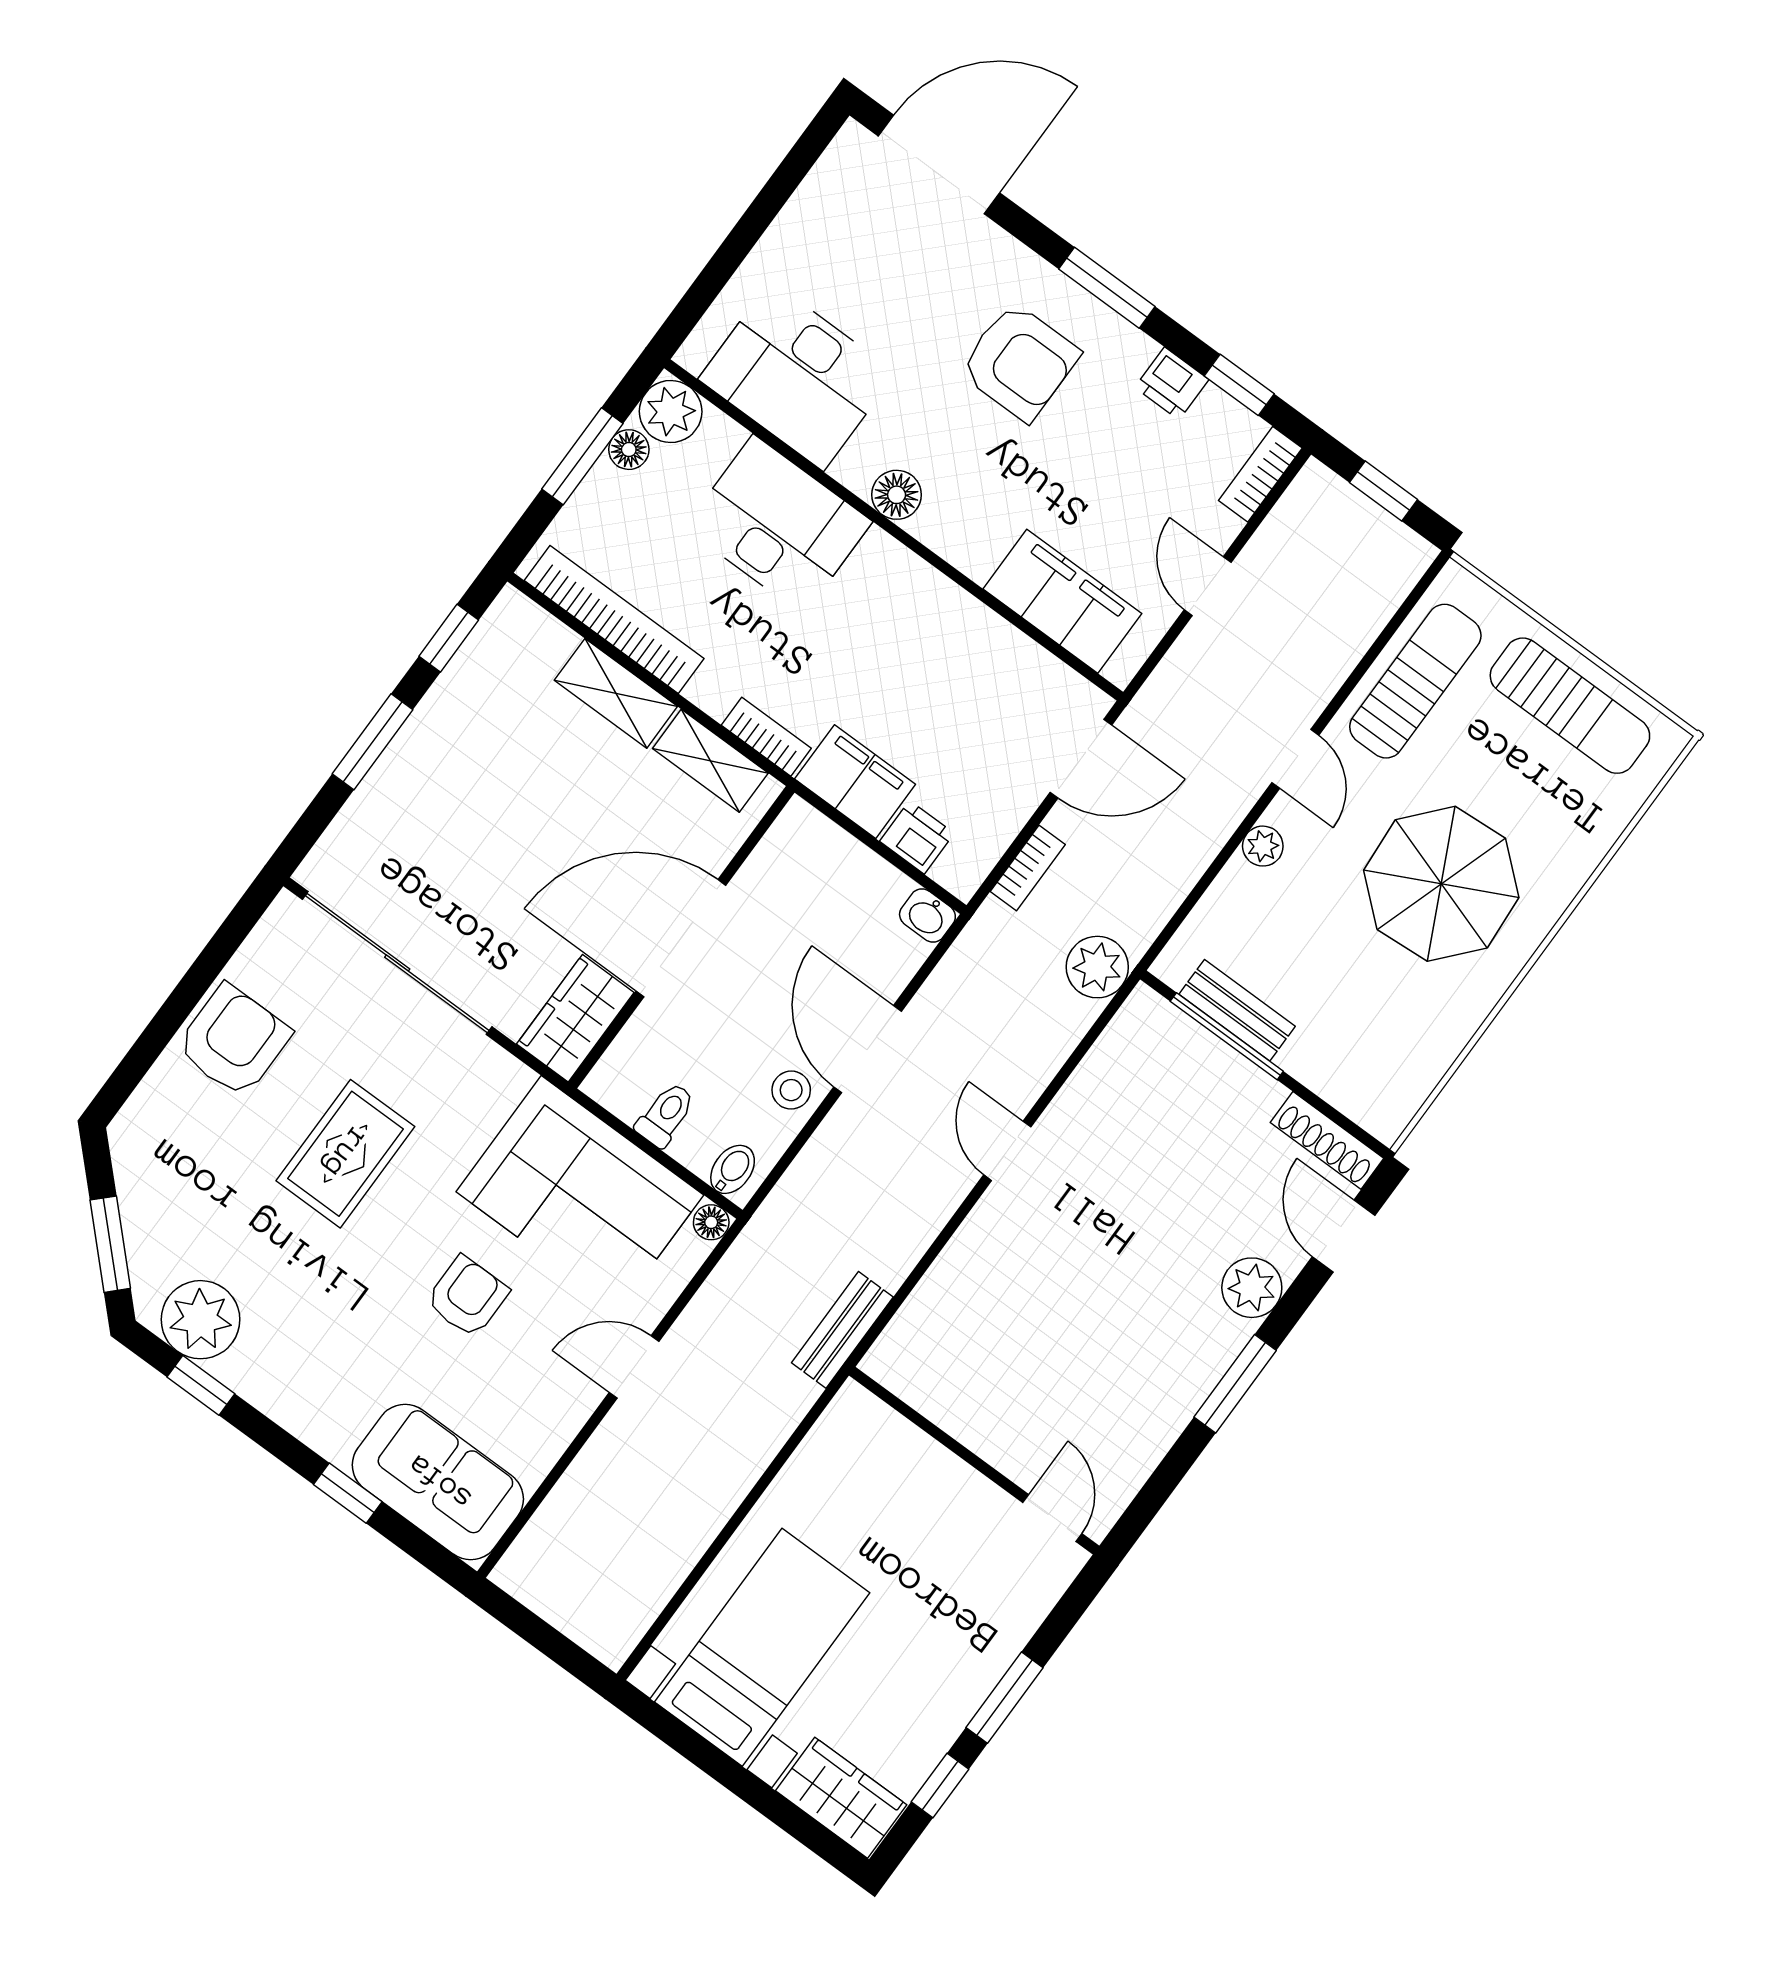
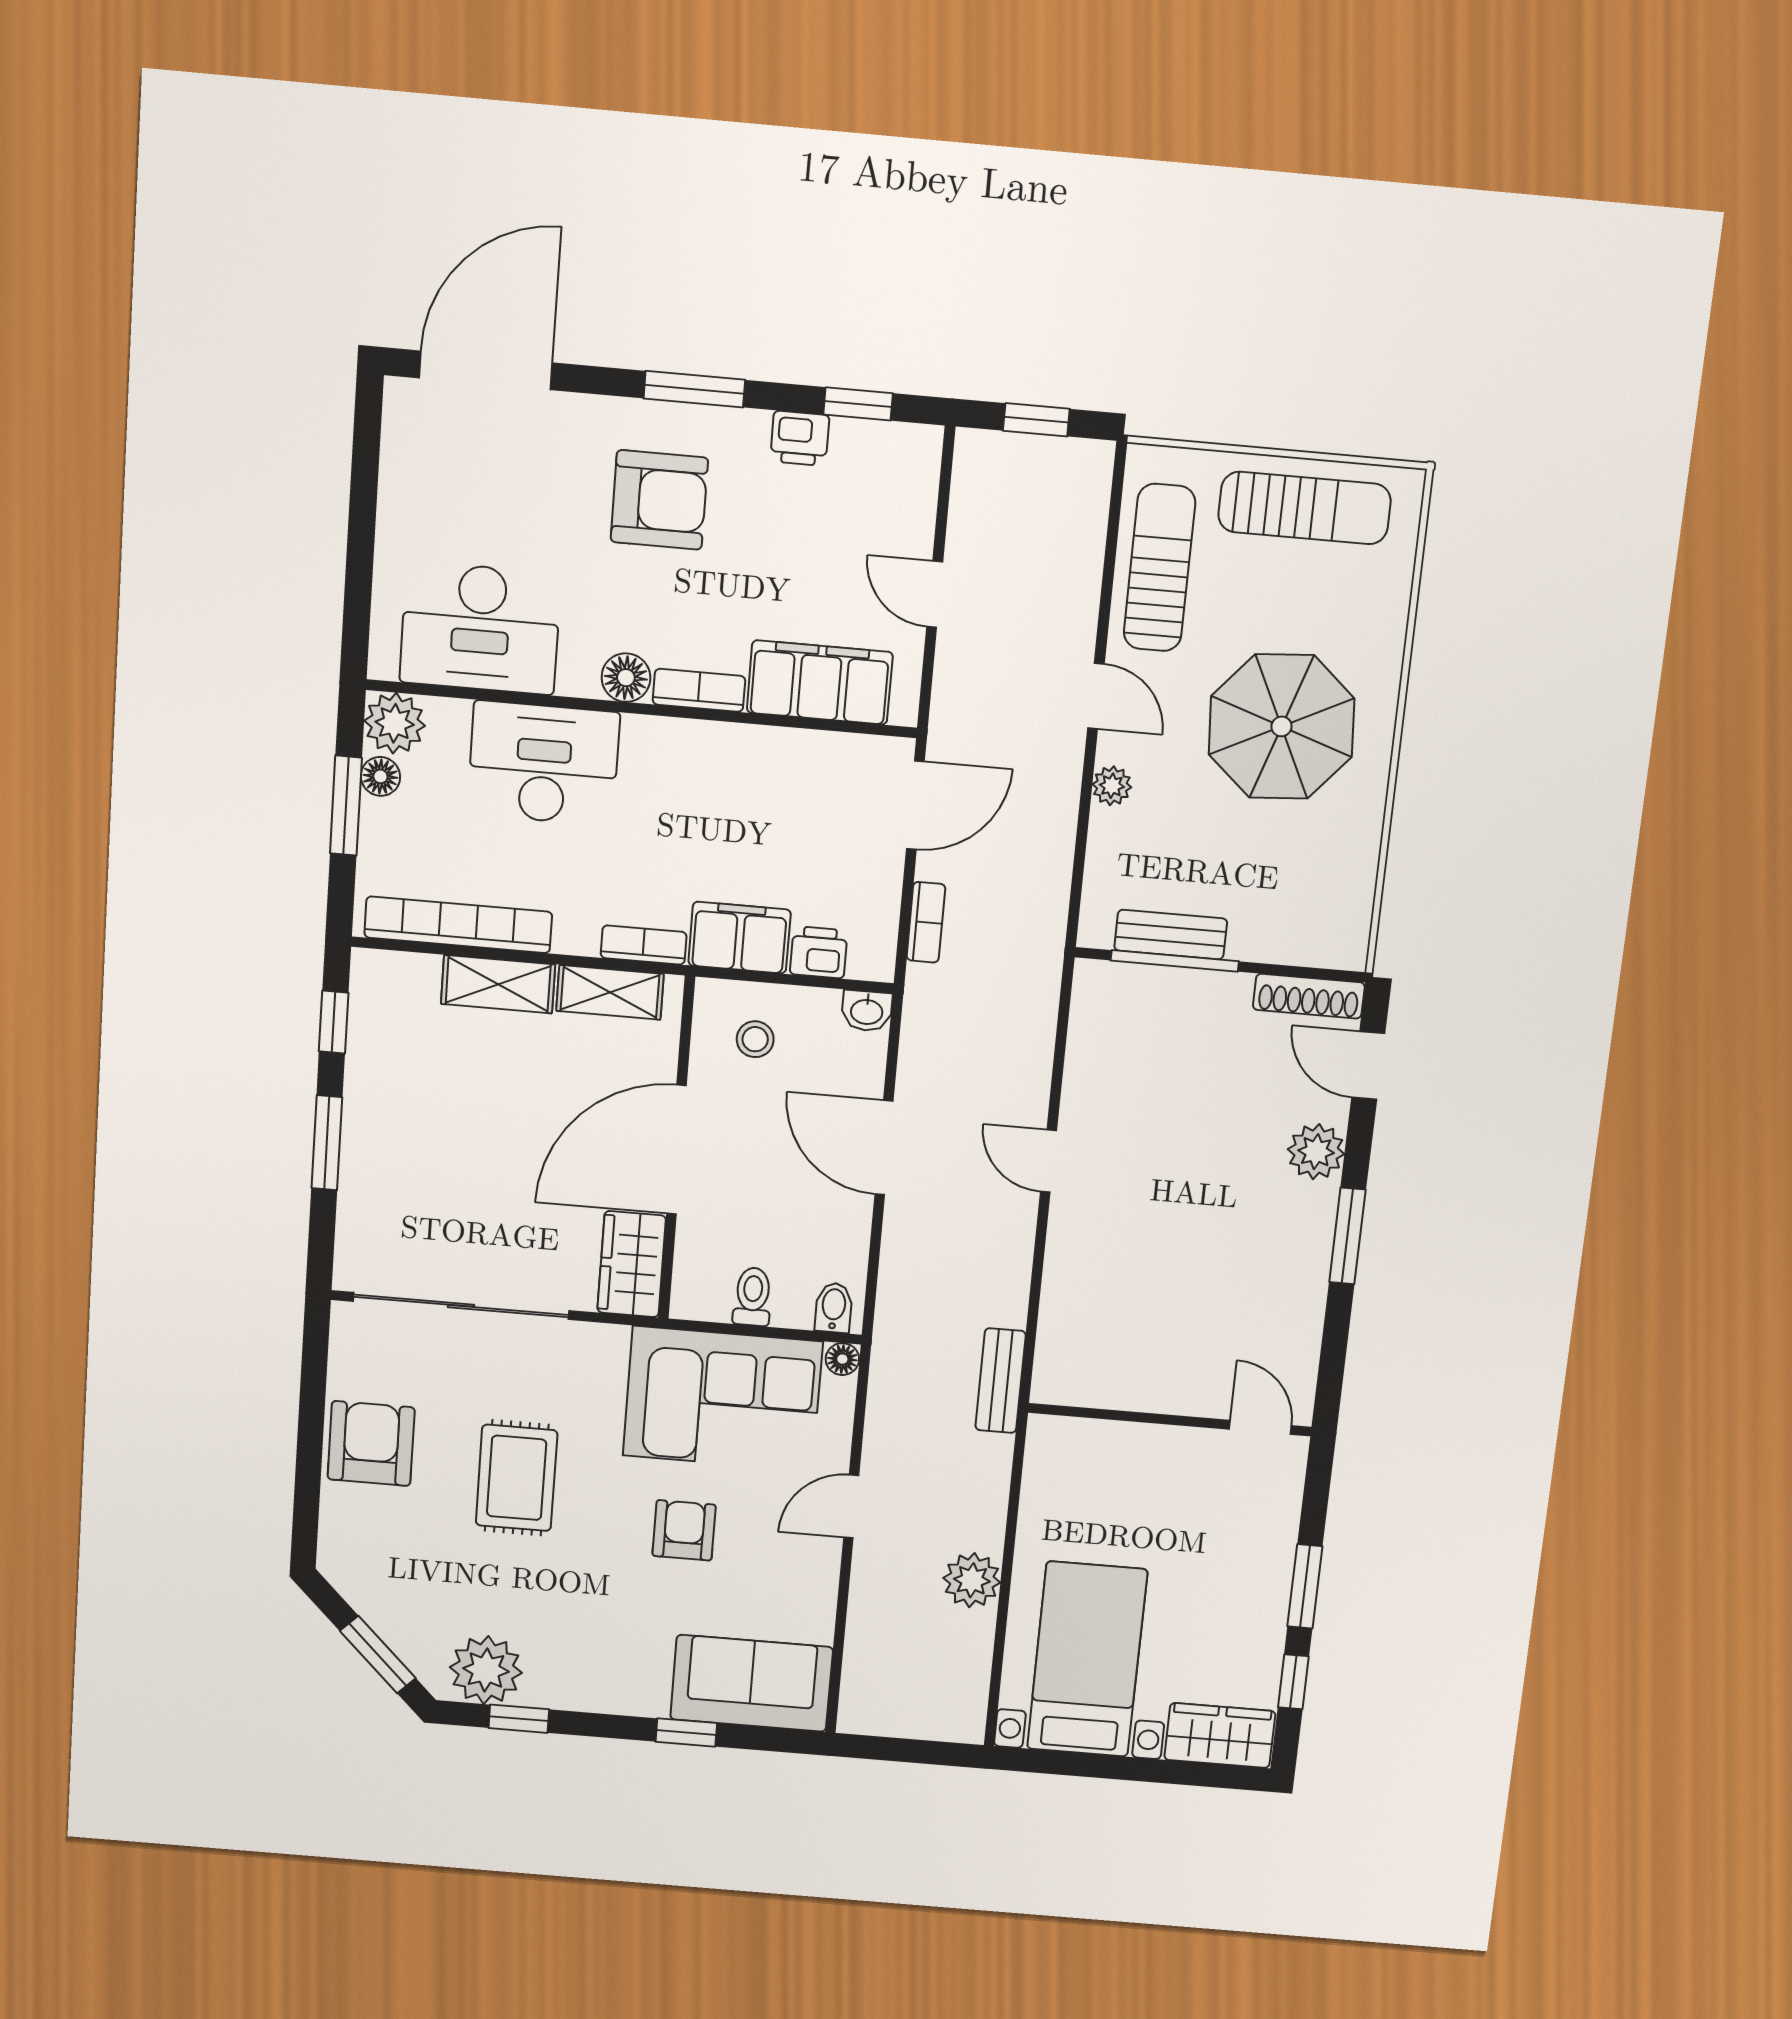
bookcase: (1260, 474) -> (699, 690), moved, turned 90
plant: (1097, 967) -> (972, 1580), moved
stool: (791, 1090) -> (755, 1039), moved

